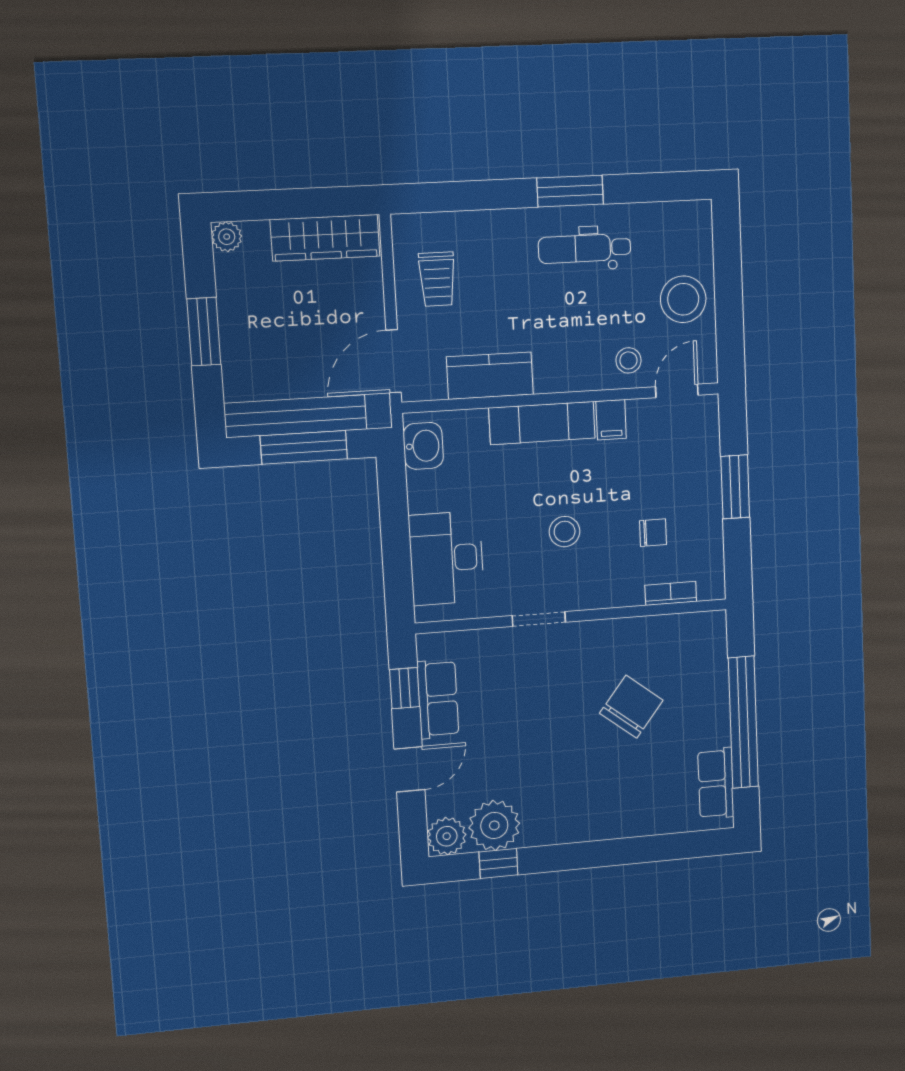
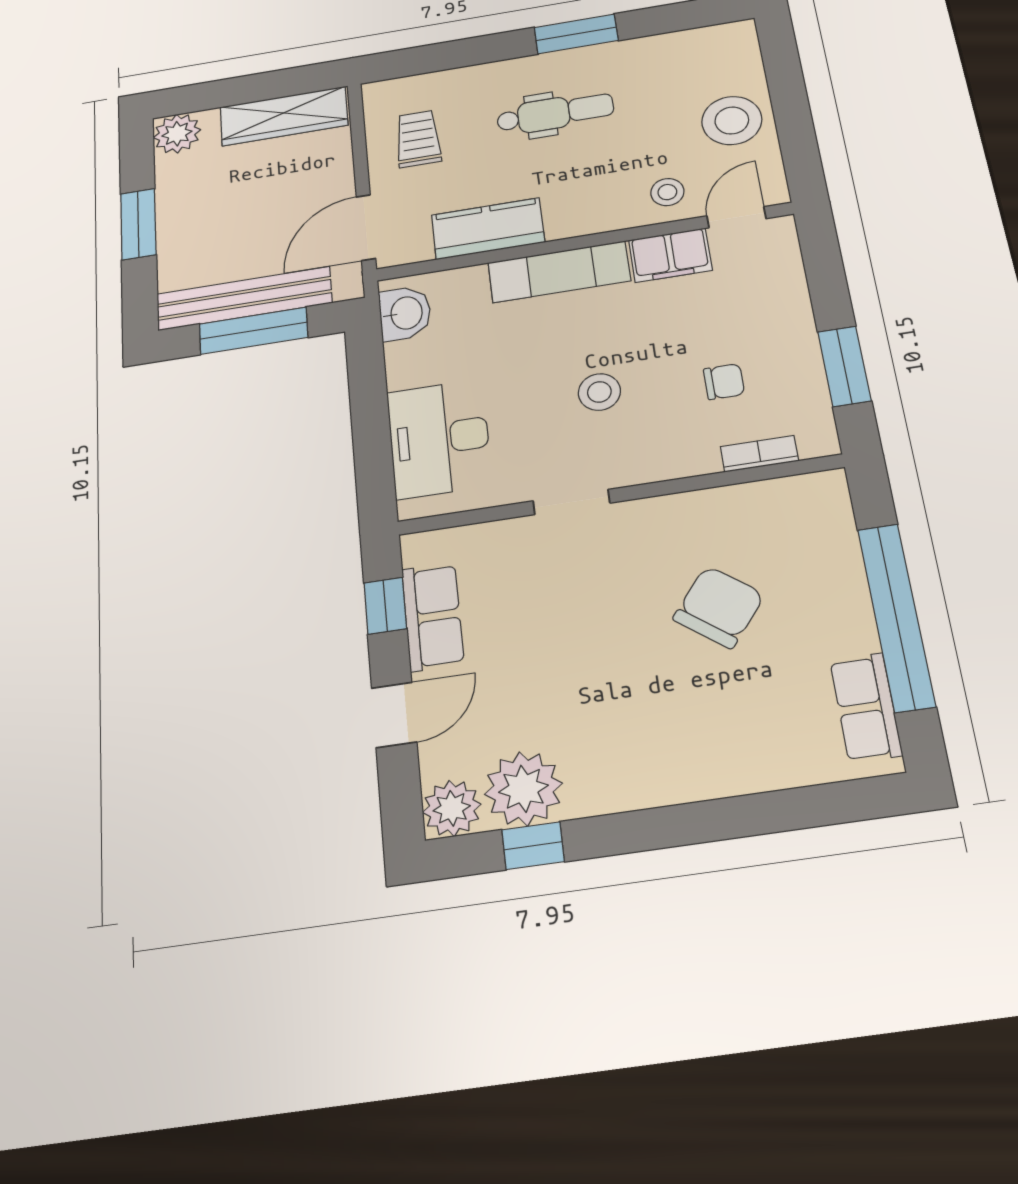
plant: (227, 237) -> (177, 134), width x1.38, depth x1.38
dental chair: (585, 248) -> (555, 113), moved, turned 180
trolley: (437, 279) -> (418, 139), turned 180
filing cabinet: (611, 420) -> (670, 255), width x2.00
window: (735, 487) -> (844, 366), moved

